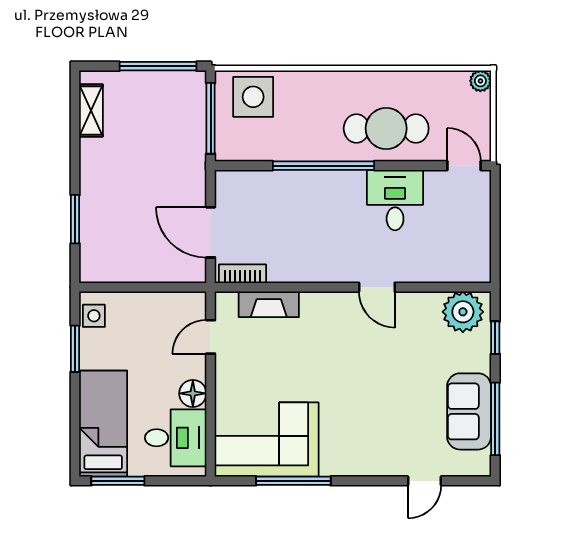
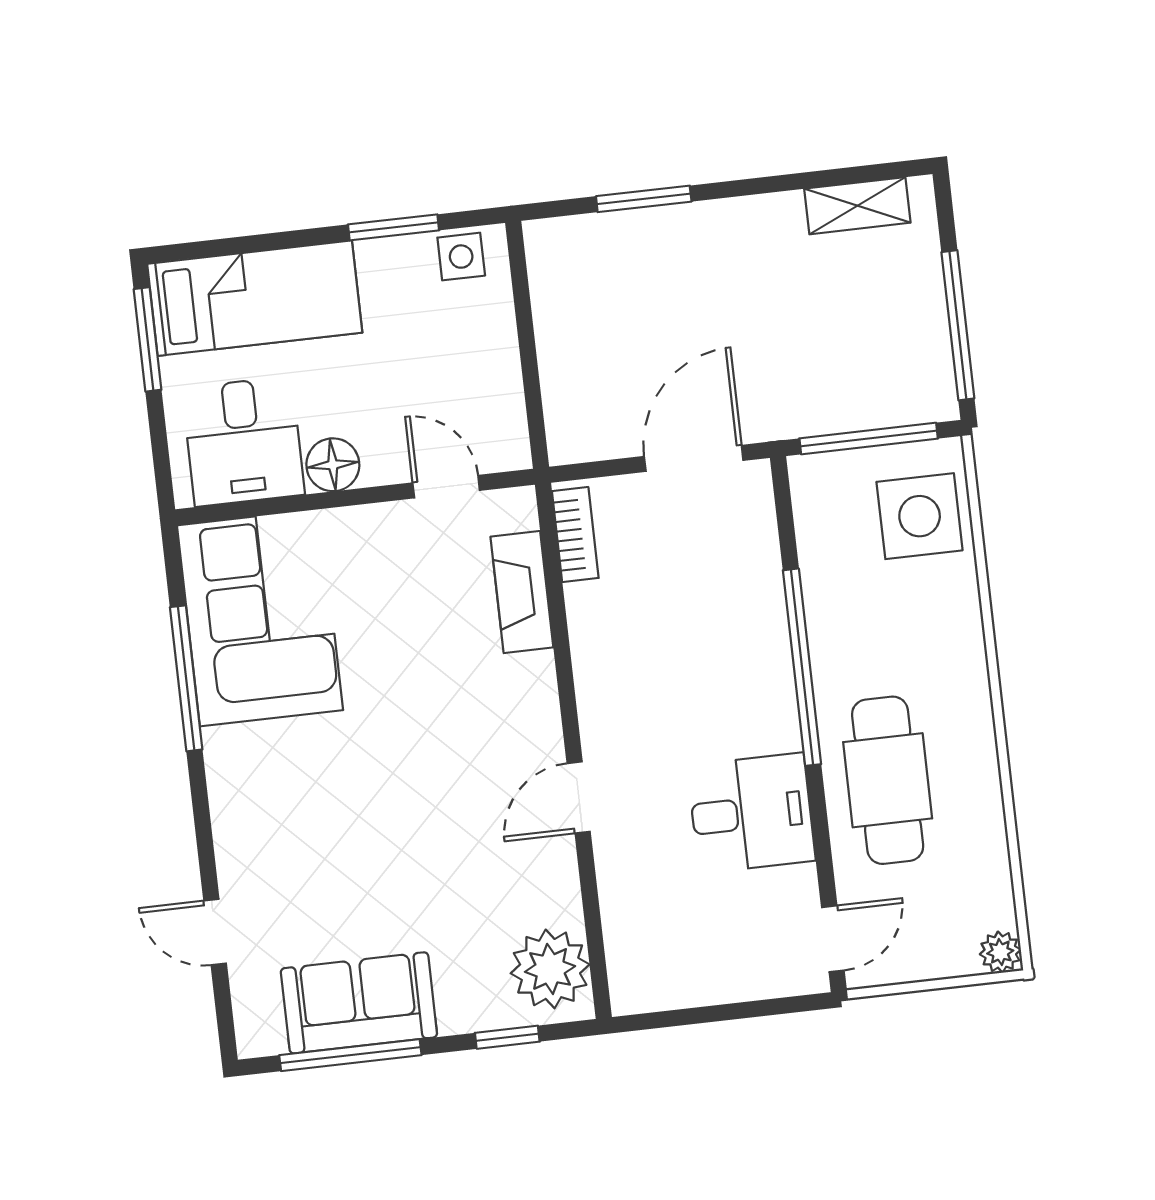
door: (211, 232) -> (694, 458), moved

